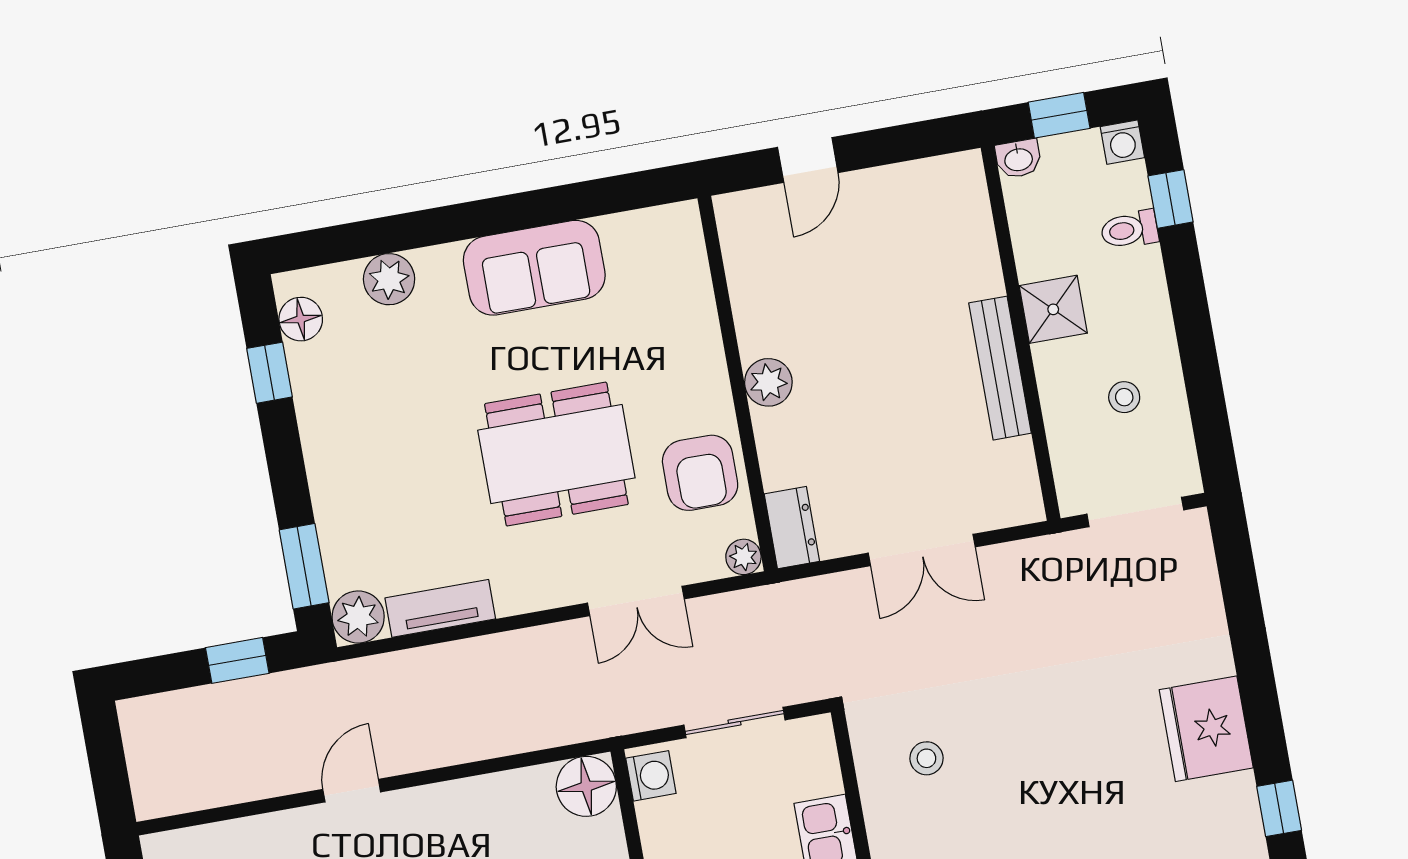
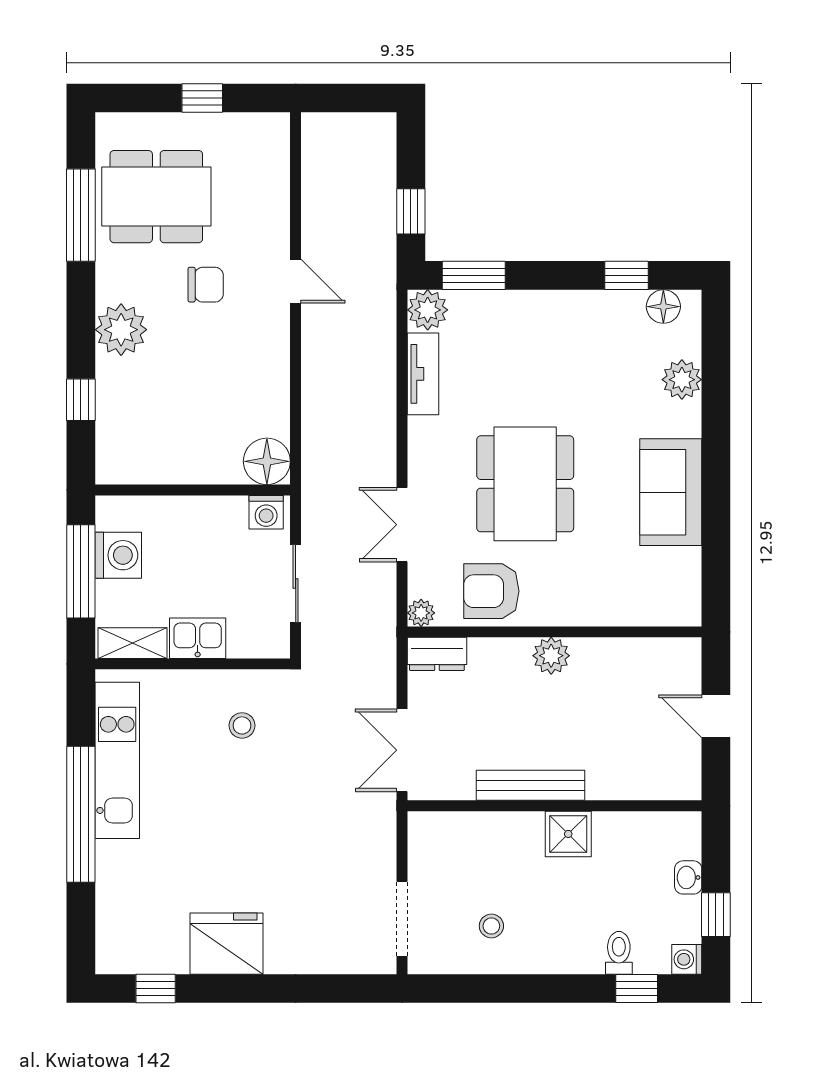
shower: (1053, 309) -> (568, 834), moved
wall: (1021, 333) -> (555, 806), moved
bench: (1000, 368) -> (531, 785), moved

